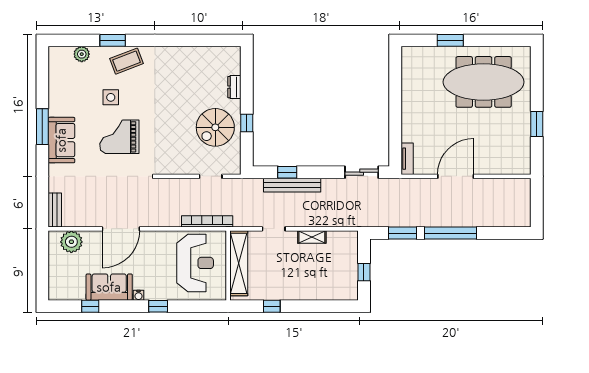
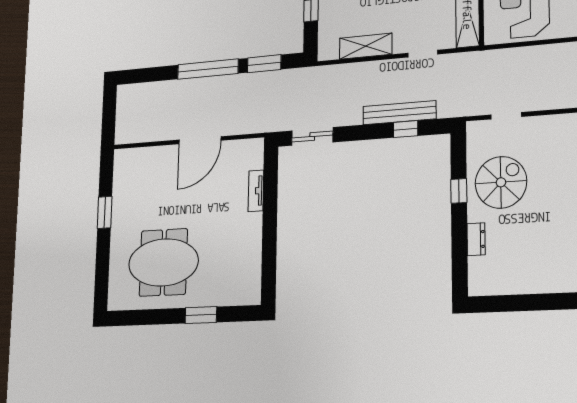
meeting table: (484, 82) -> (163, 262), width x0.73
tv unit: (407, 159) -> (256, 191), moved
bookcase: (207, 221) -> (510, 55), removed
shelving: (312, 237) -> (366, 46), width x1.50, depth x1.33

